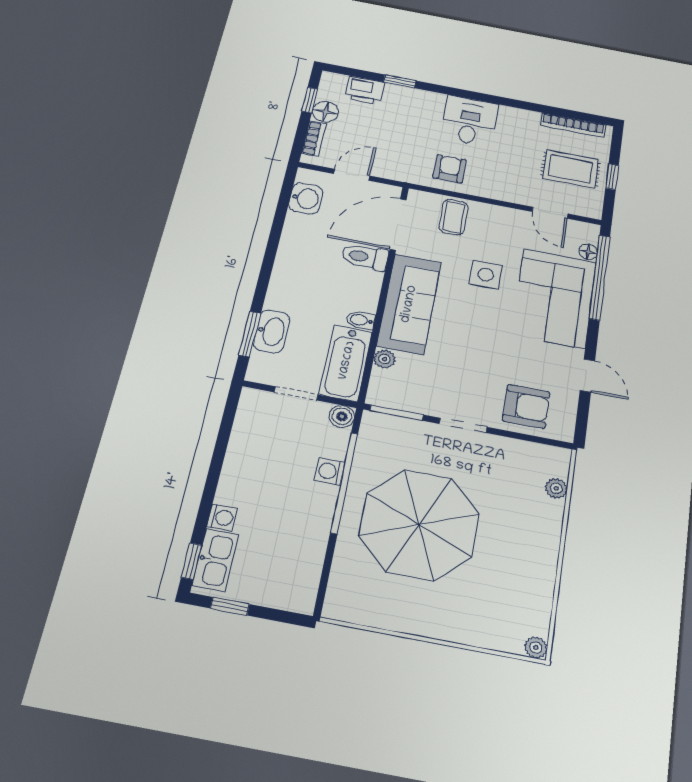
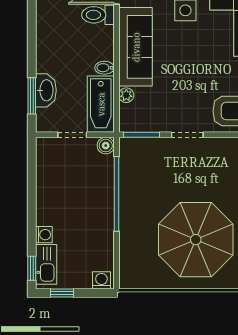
washing machine: (330, 471) -> (101, 280), moved, turned 90
parasol: (419, 525) -> (196, 240), moved

